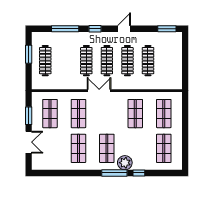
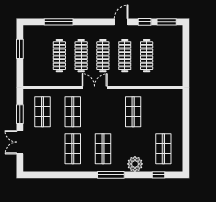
window: (95, 29) -> (145, 22), moved
clothes rail: (45, 61) -> (59, 56), moved
shop shelf: (164, 114) -> (163, 112), removed
double door: (29, 142) -> (20, 142), swing flipped
plant: (125, 163) -> (135, 164), moved
window: (139, 173) -> (158, 175), moved

